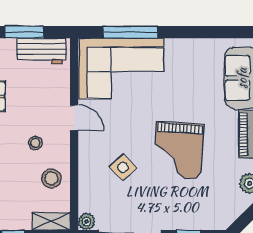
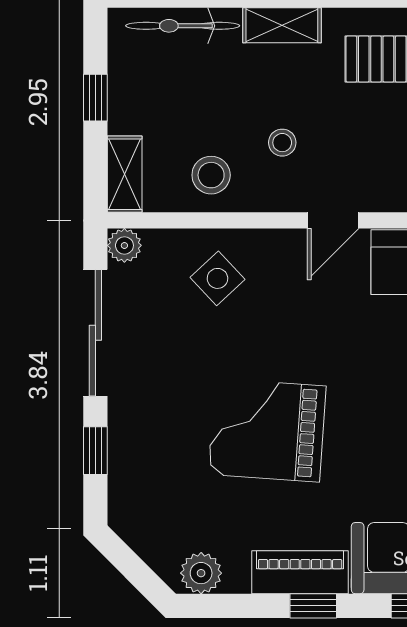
side table: (123, 167) -> (217, 278), moved

